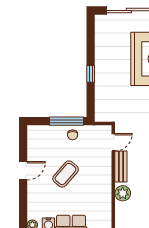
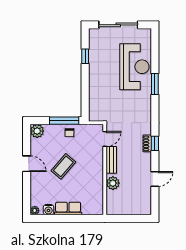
window: (91, 74) -> (85, 56), moved
plant: (35, 133) -> (37, 131), added
door: (23, 171) -> (27, 164), hinge flipped

